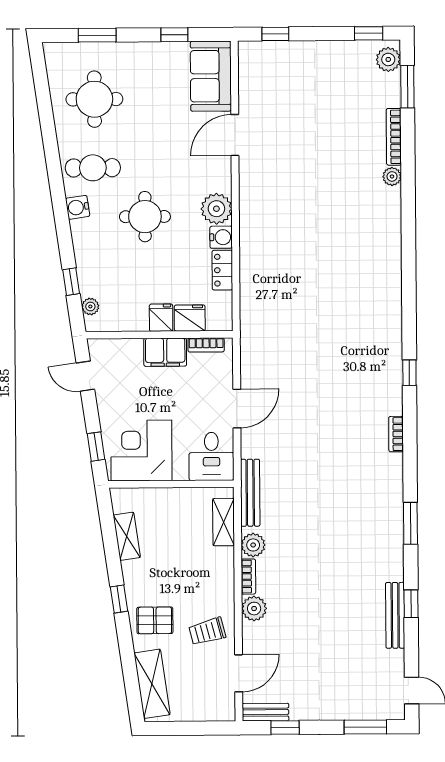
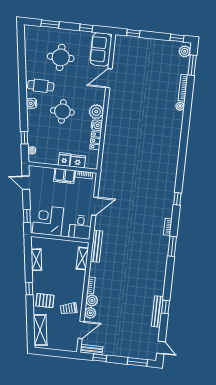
round table: (94, 99) -> (61, 57), moved
window: (410, 523) -> (172, 246), moved
plant: (253, 545) -> (90, 313), moved

